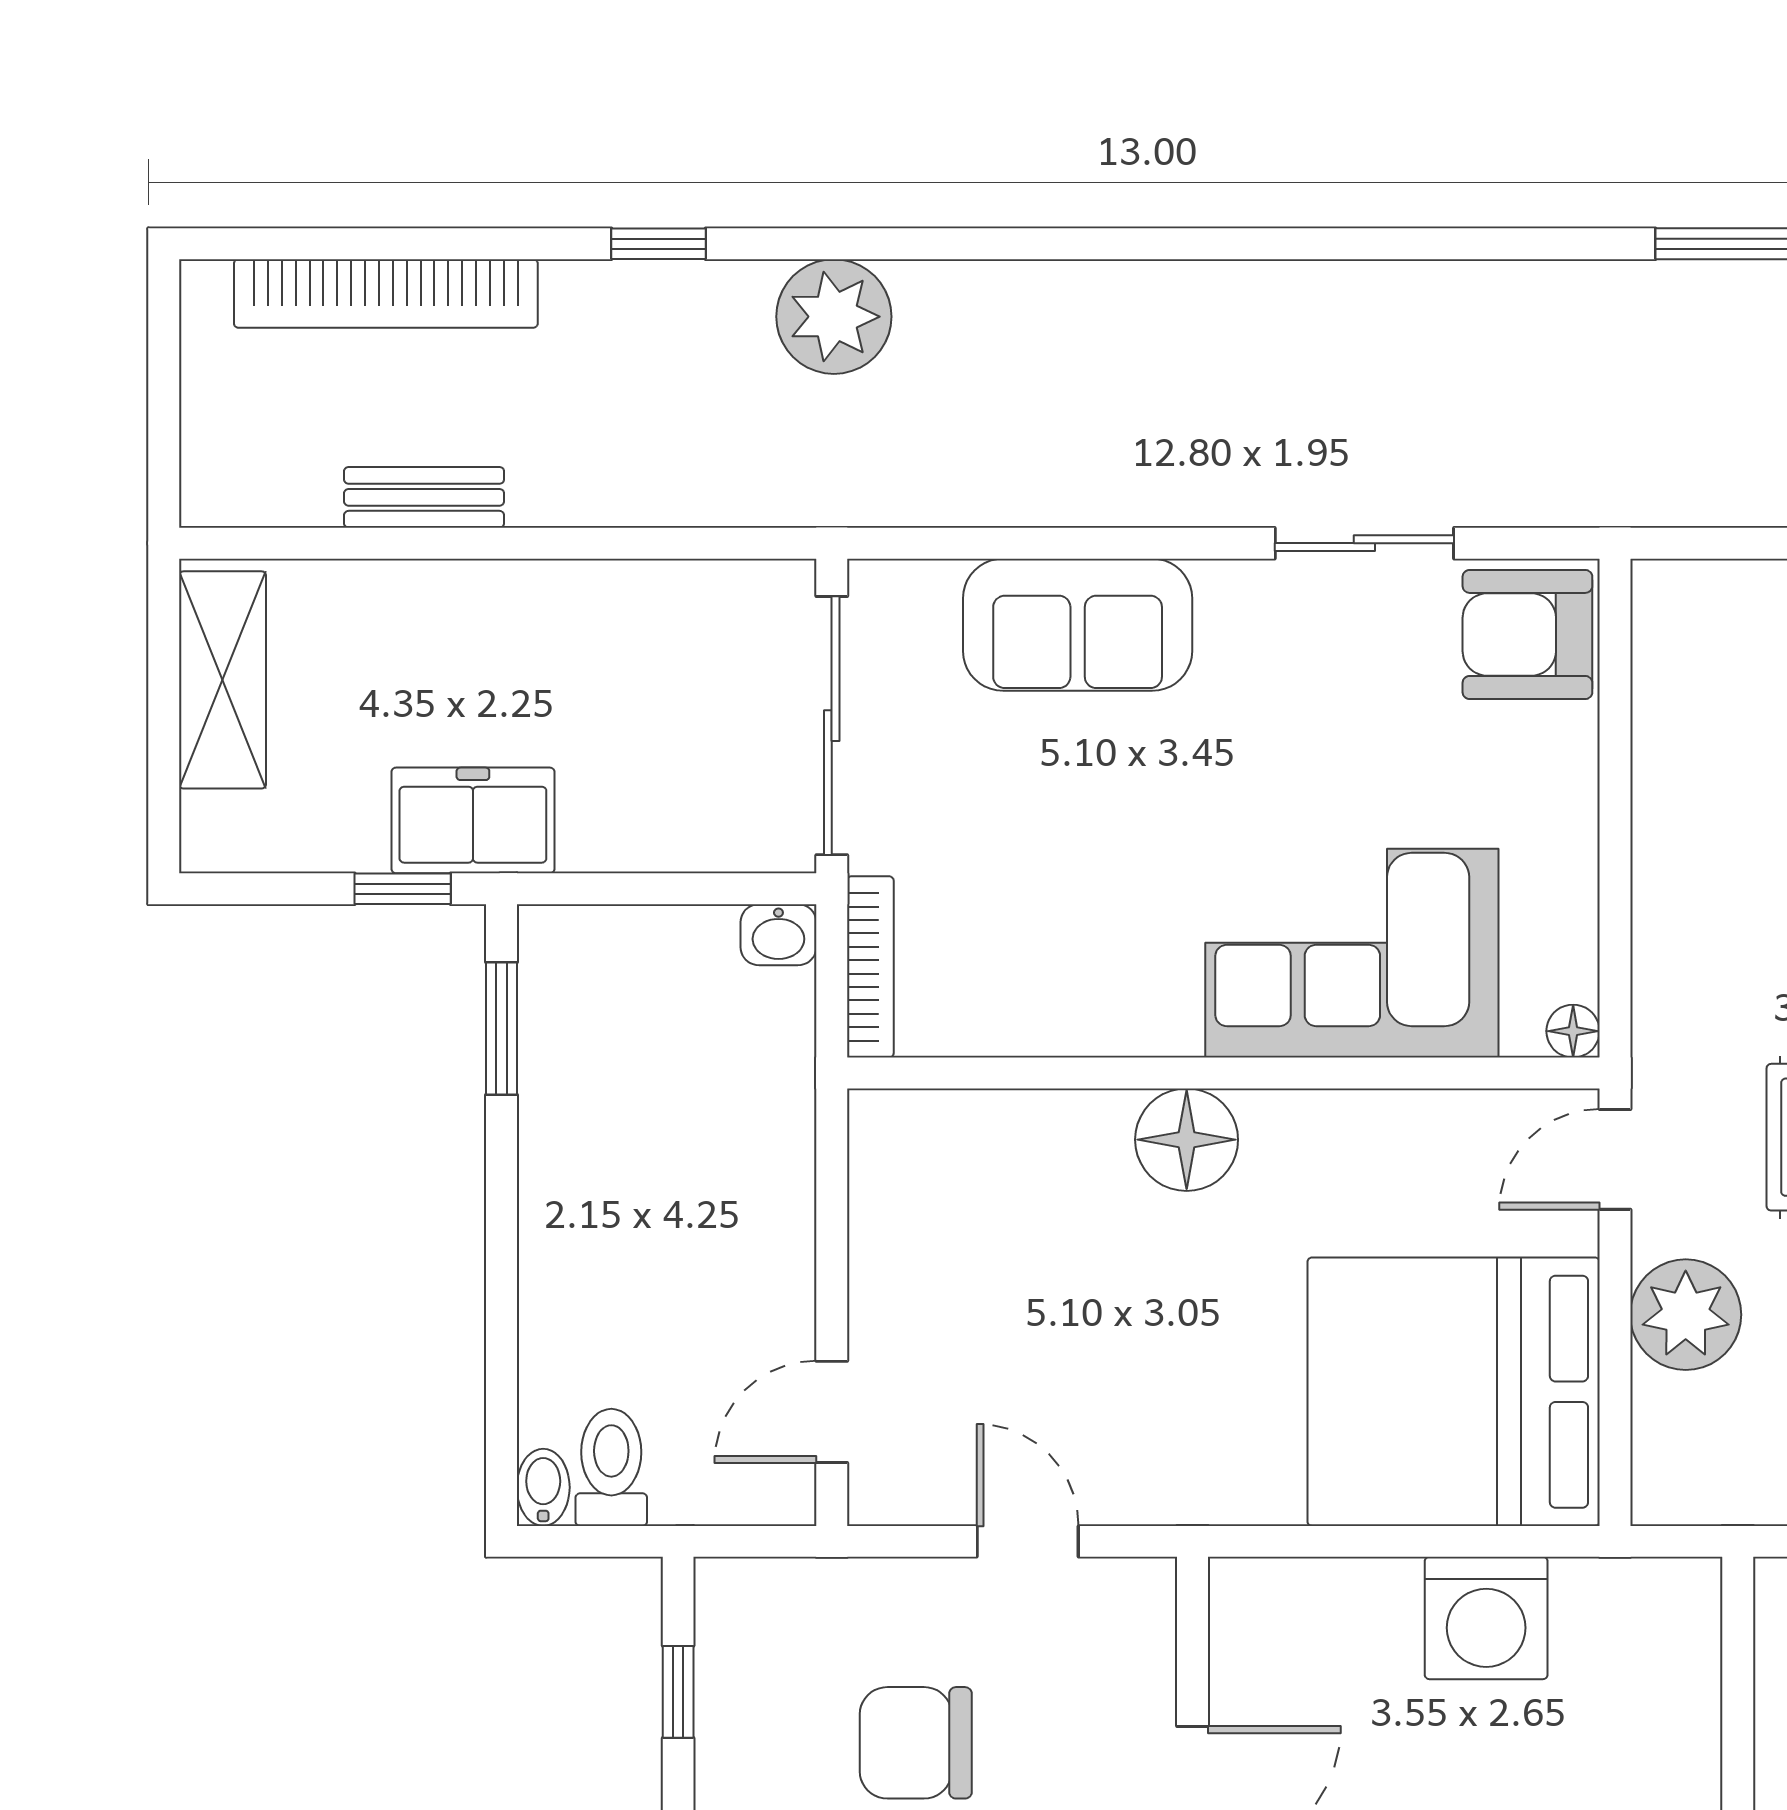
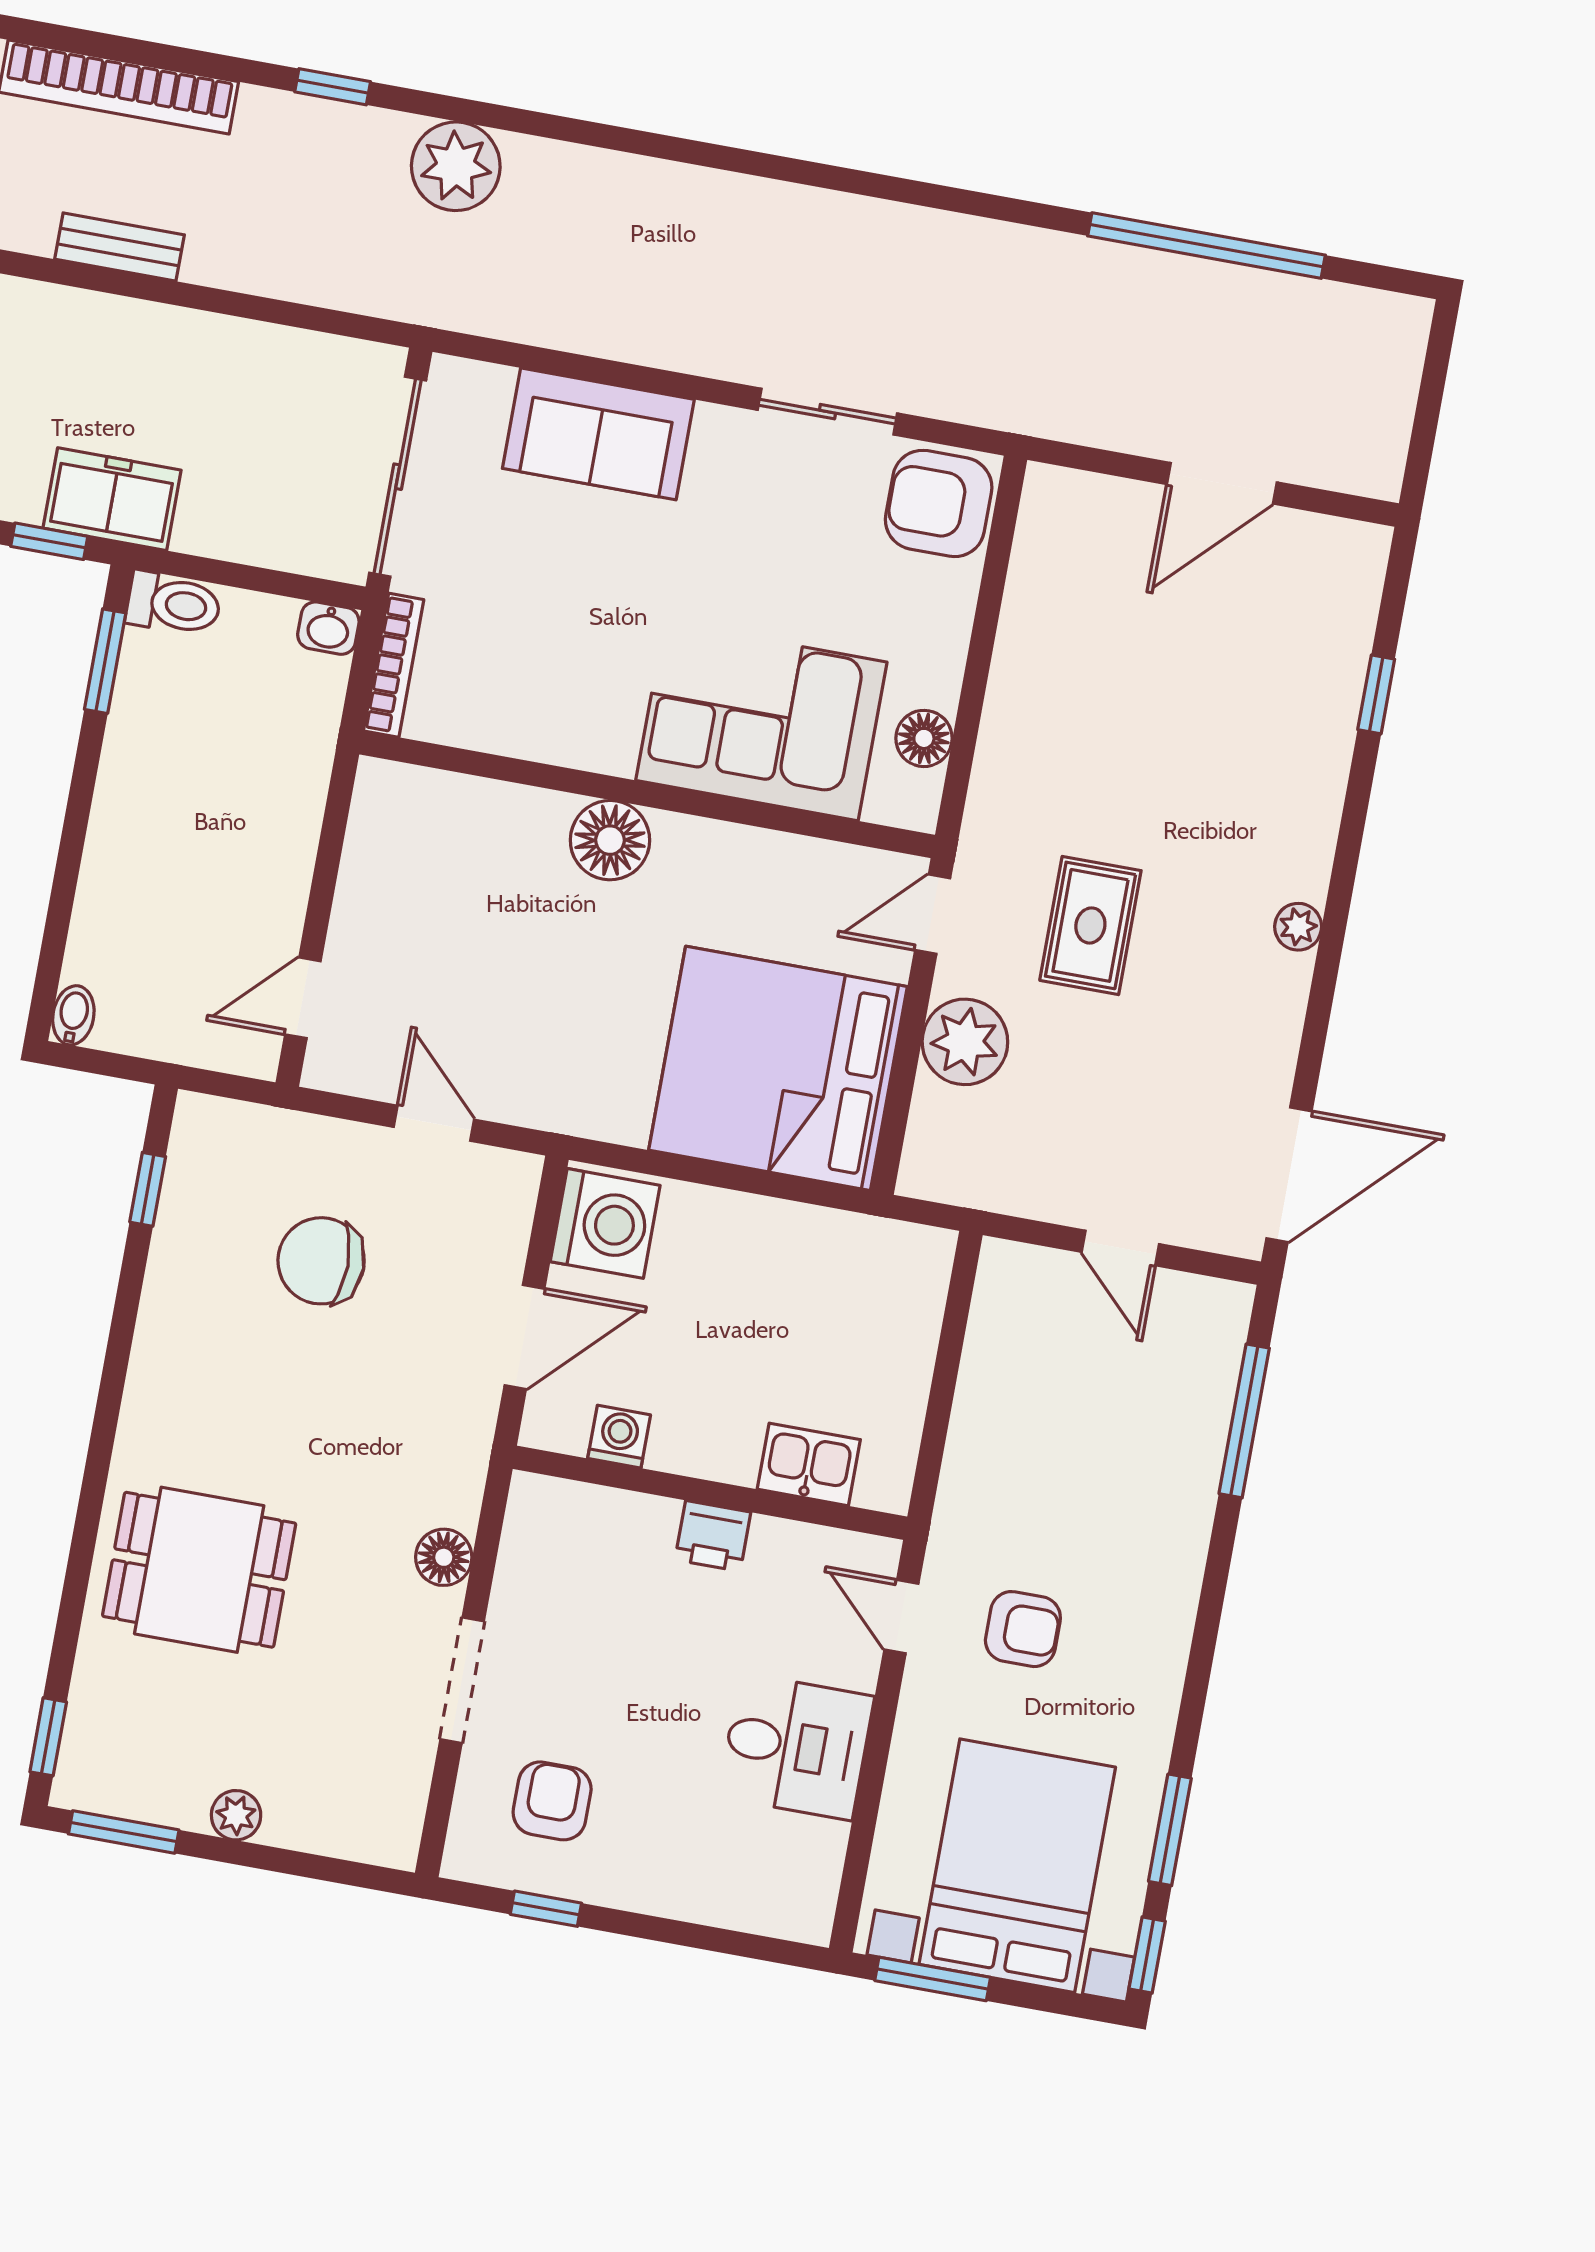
floor lamp: (1573, 1031) -> (924, 738), moved, width x1.37, depth x1.37
toilet: (611, 1467) -> (174, 604), moved, turned 90
washing machine: (1486, 1618) -> (605, 1223), moved, turned -90

